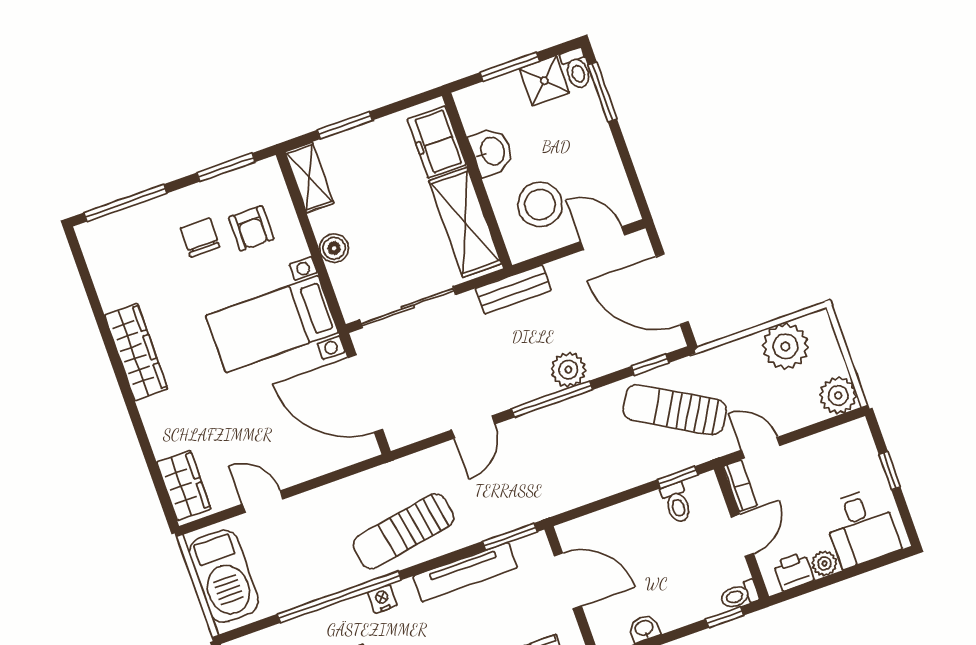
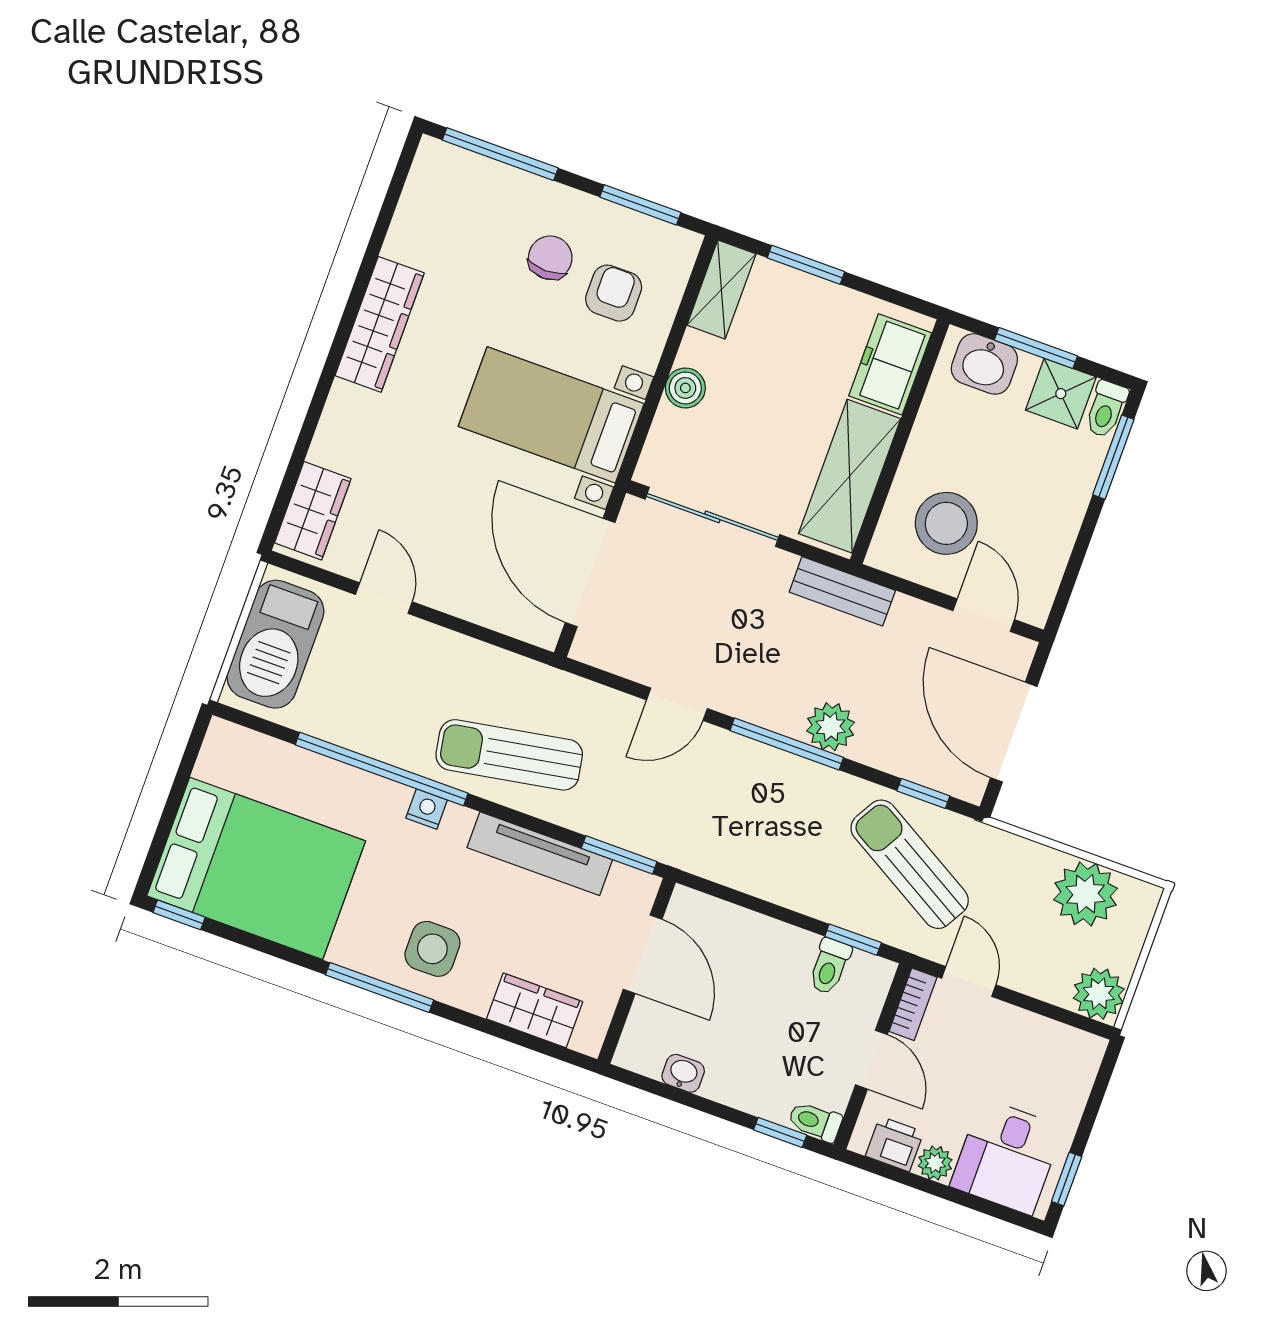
washbasin: (491, 151) -> (984, 364), moved, turned 90
armchair: (251, 228) -> (614, 293), turned 180
window: (890, 471) -> (1067, 1179), moved
door: (742, 535) -> (871, 1060), hinge flipped

